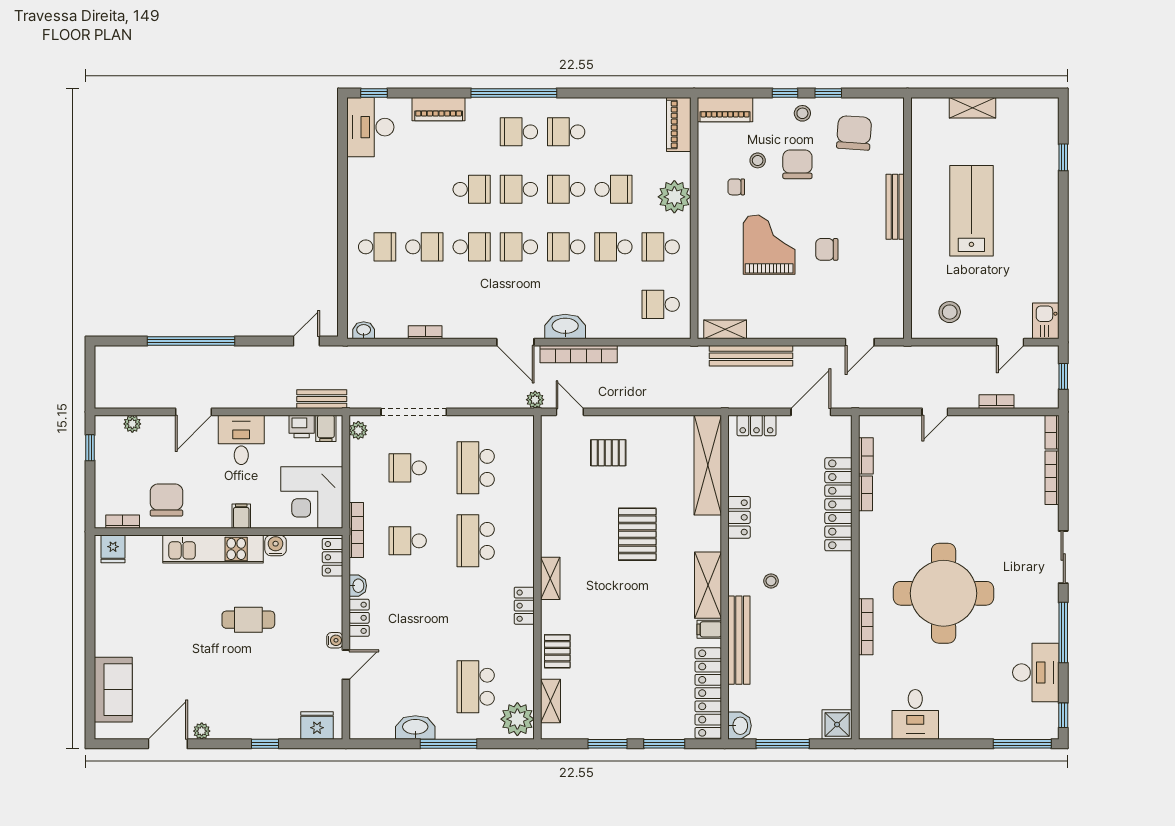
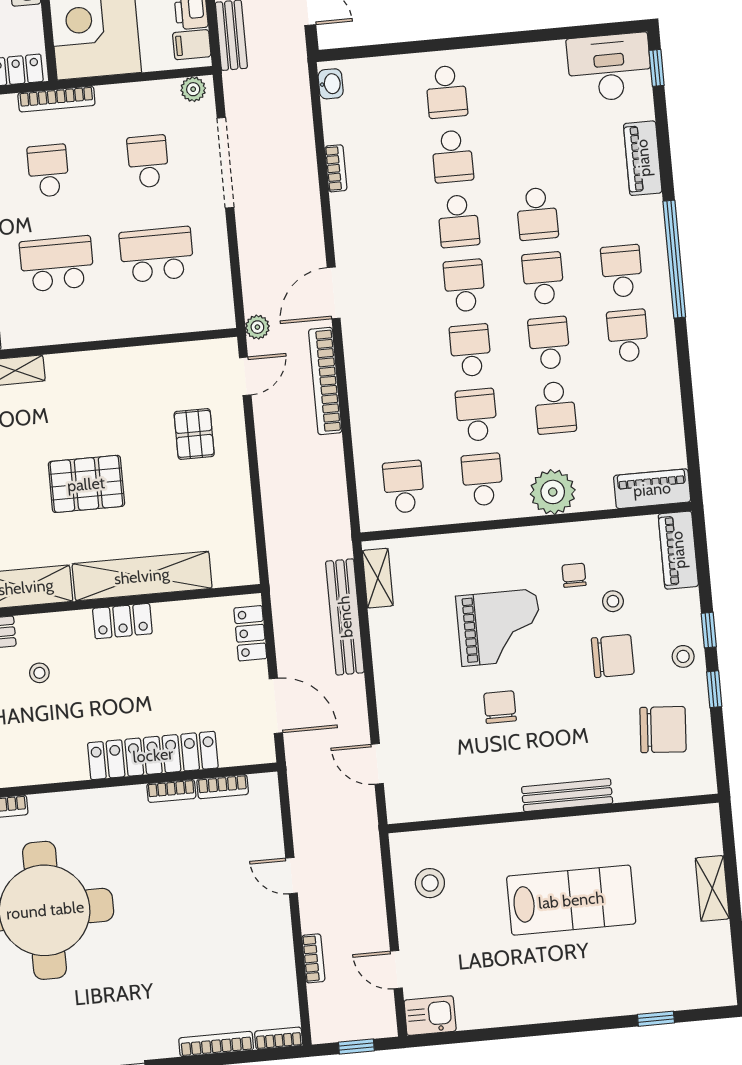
washbasin: (565, 327) -> (361, 359), removed
shelving: (708, 465) -> (142, 576), moved

